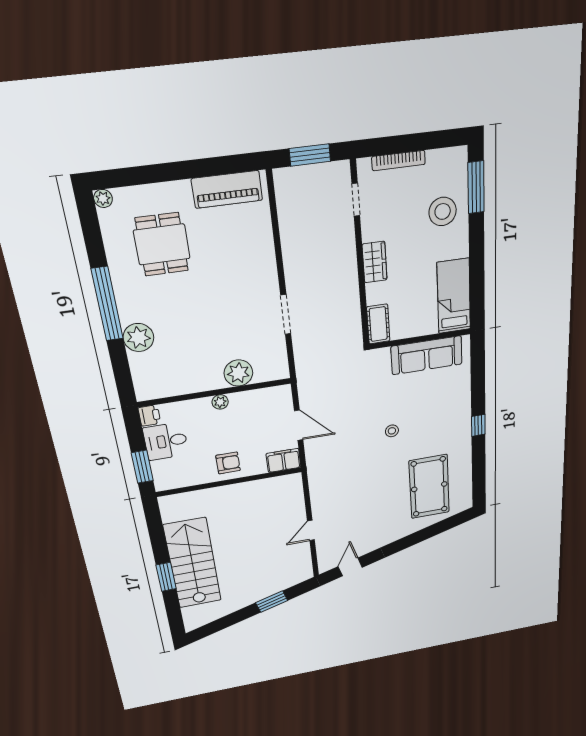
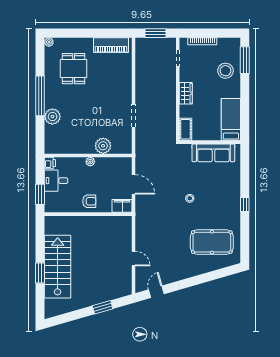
pool table: (429, 487) -> (212, 242), turned 90
door: (311, 530) -> (134, 258), swing flipped

